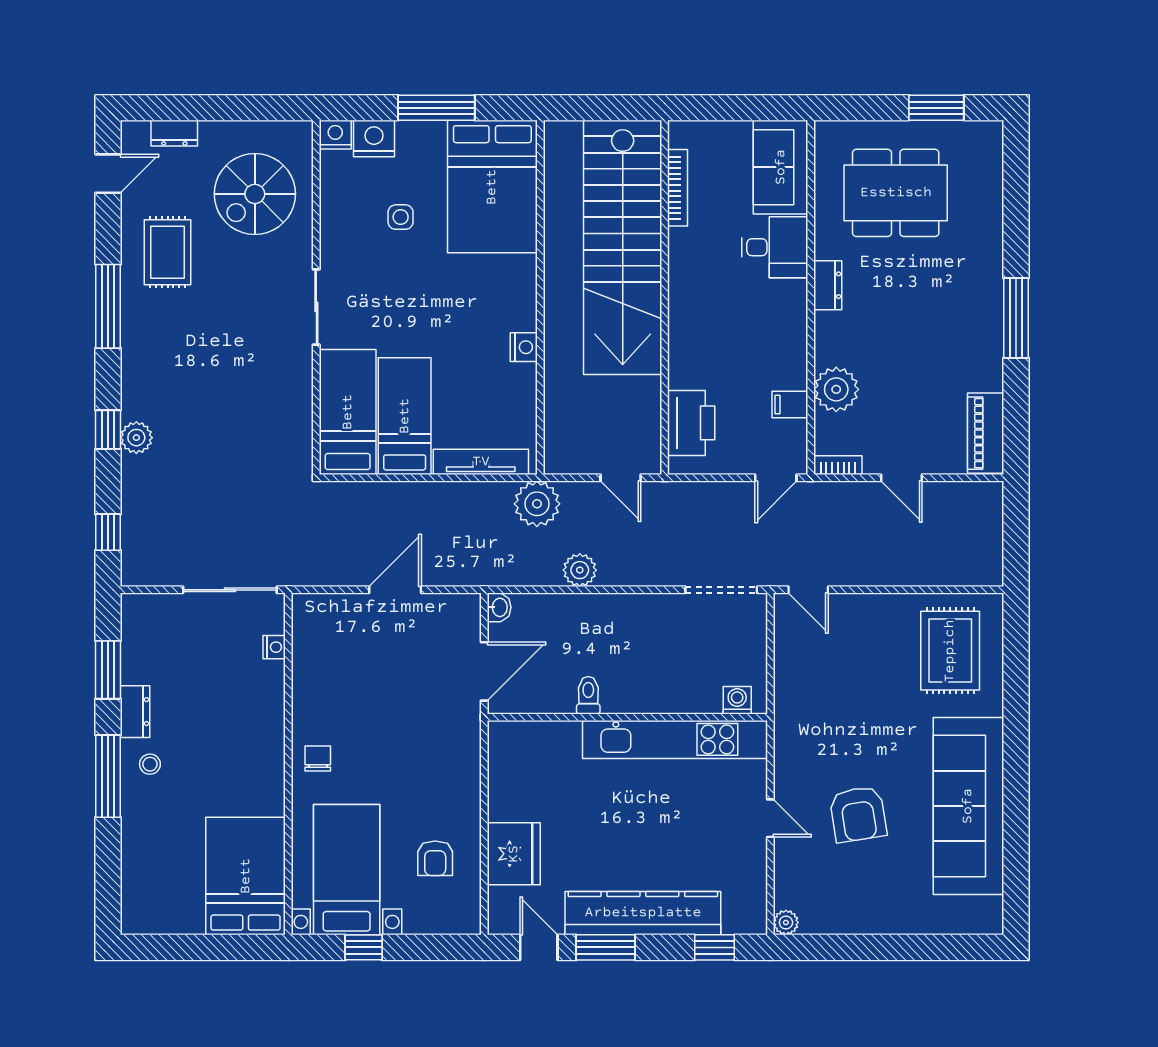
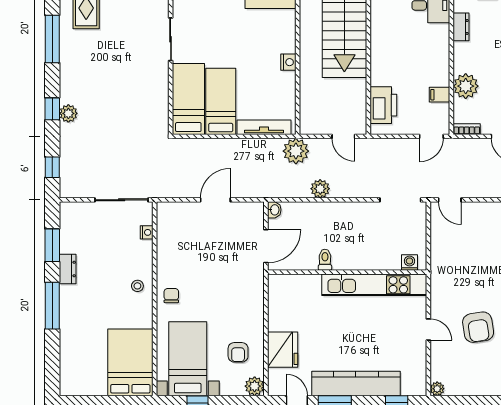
stool: (150, 764) -> (137, 286), moved
plant: (464, 918) -> (255, 386), added

